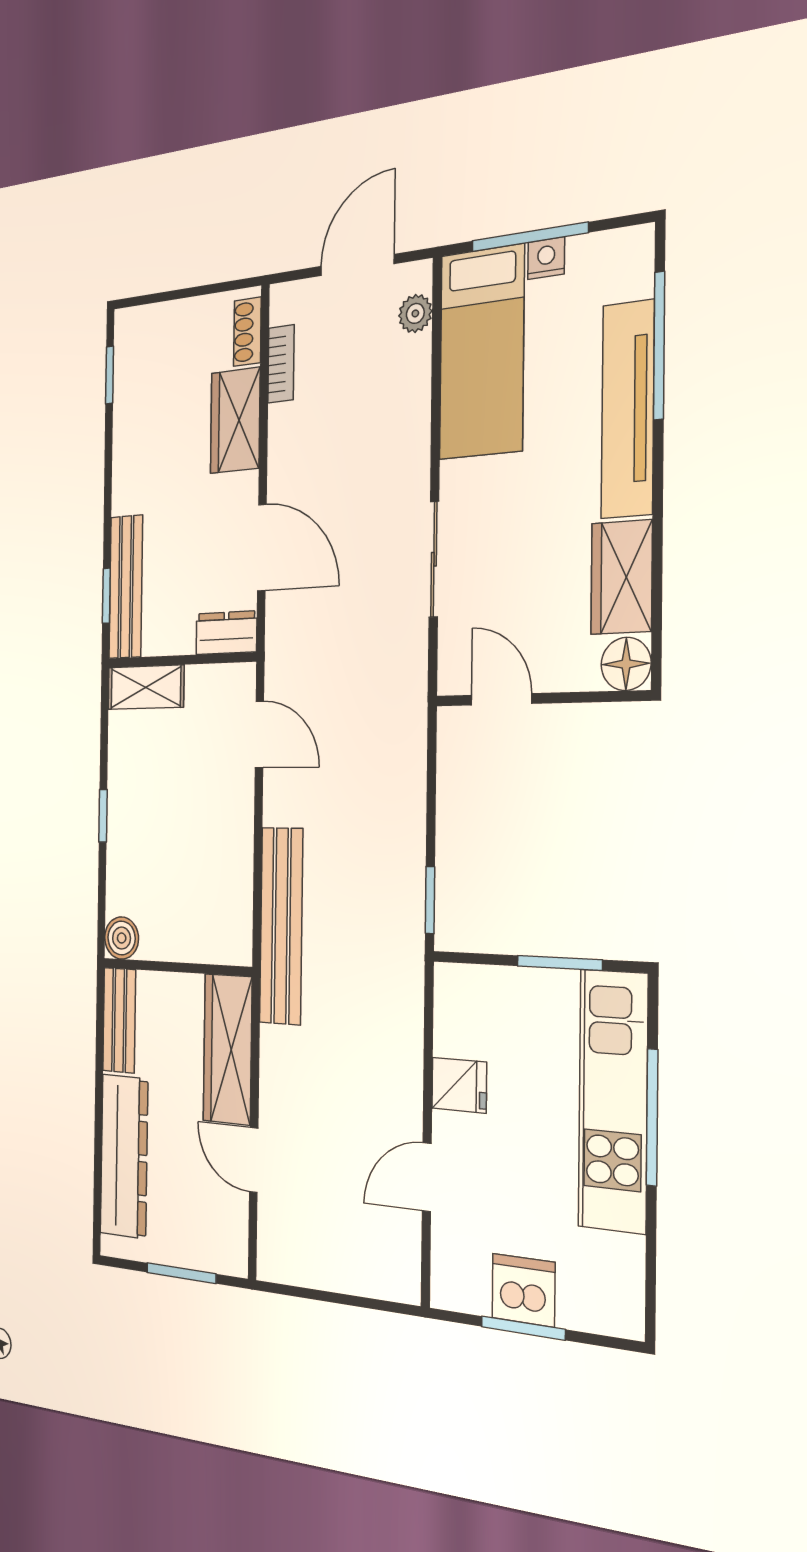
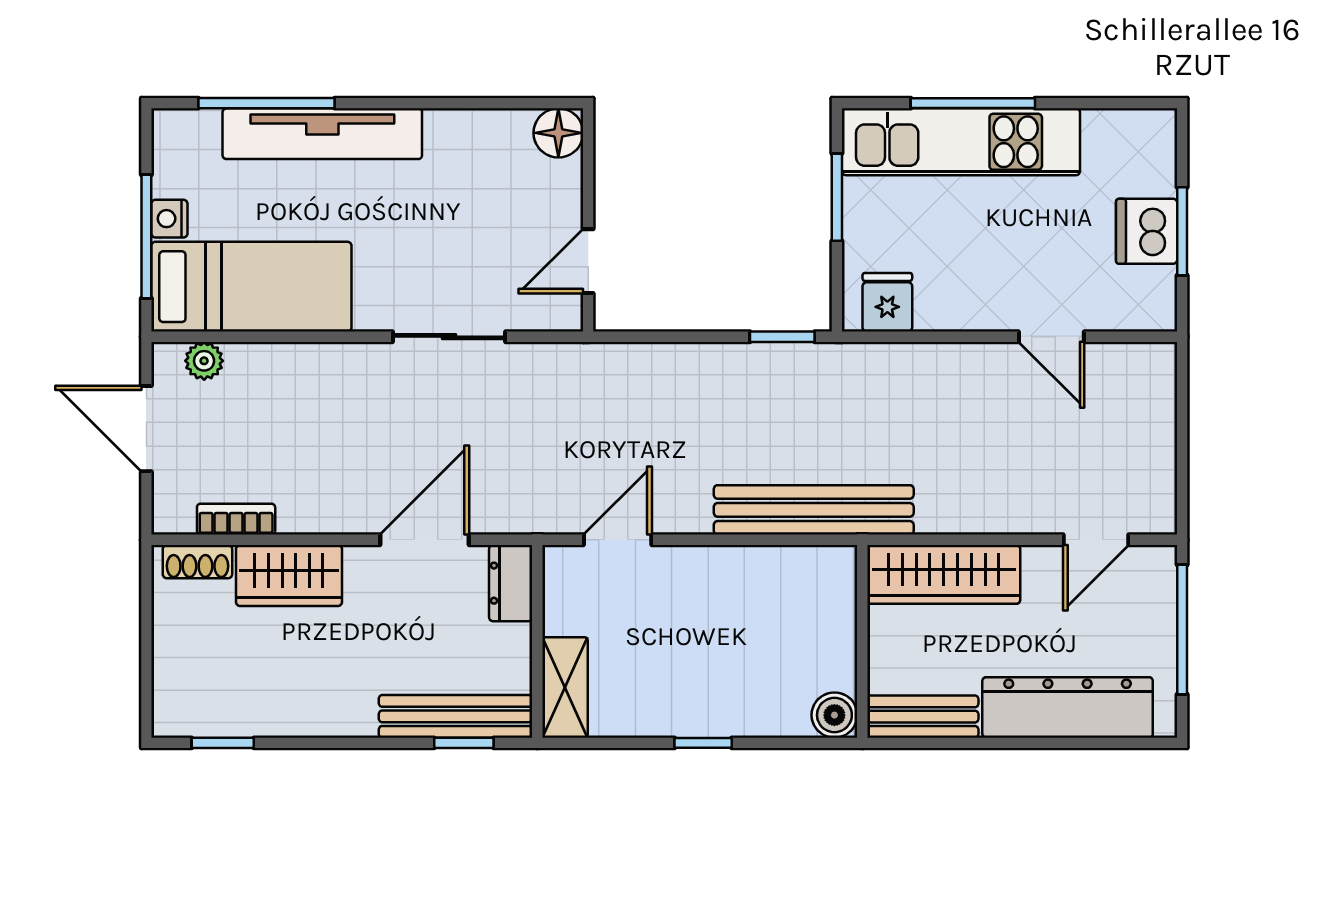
wardrobe: (622, 577) -> (478, 138), removed
fridge: (459, 1085) -> (887, 302), moved
door: (254, 1160) -> (1096, 540), moved
window: (181, 1273) -> (1182, 630), width x1.44

